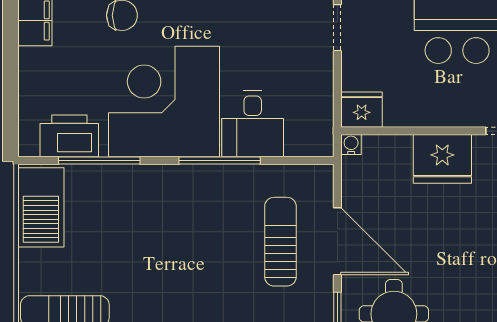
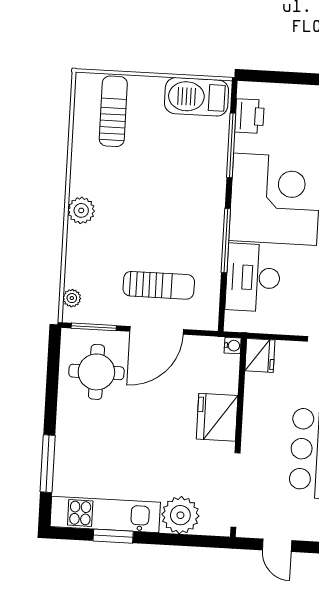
desk: (253, 124) -> (253, 278), width x1.37
printer: (69, 136) -> (250, 116), width x0.73, depth x0.84

